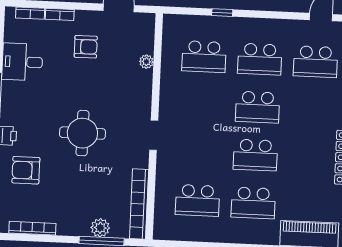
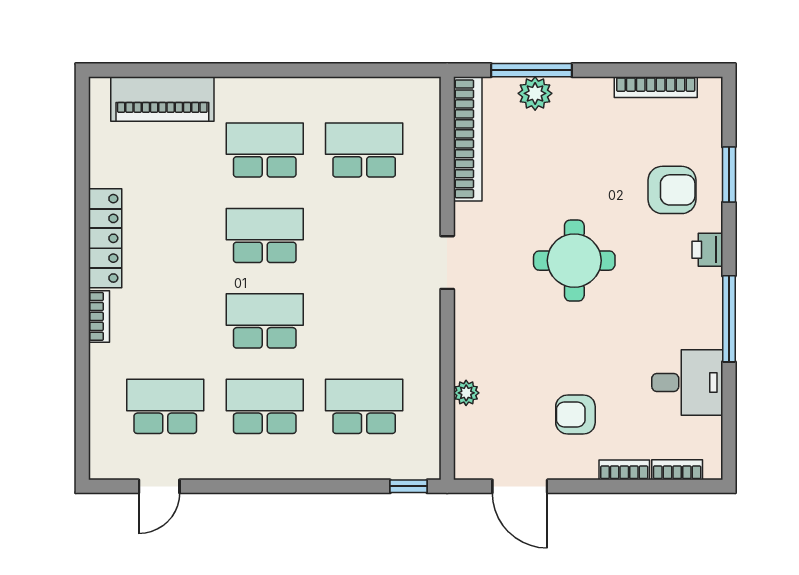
window: (222, 13) -> (409, 486), moved

